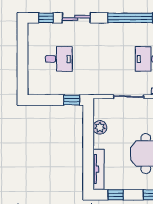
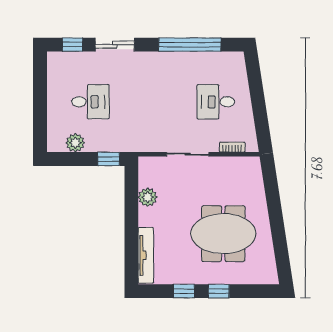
plant: (48, 88) -> (75, 143), added
window: (116, 195) -> (184, 291), moved

